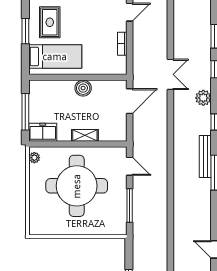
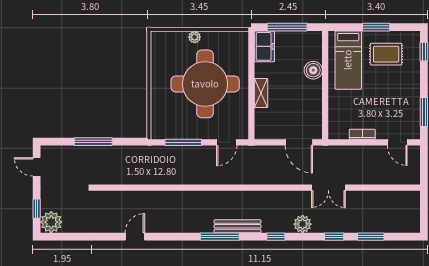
boiler: (83, 88) -> (313, 70), moved
plant: (34, 158) -> (195, 37), moved

